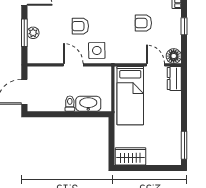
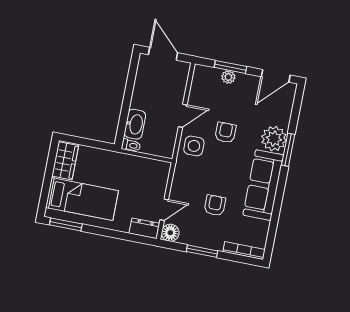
window: (184, 26) -> (202, 251), width x1.50
bed: (130, 96) -> (82, 199), moved, turned 180
toilet: (70, 104) -> (131, 145), moved

